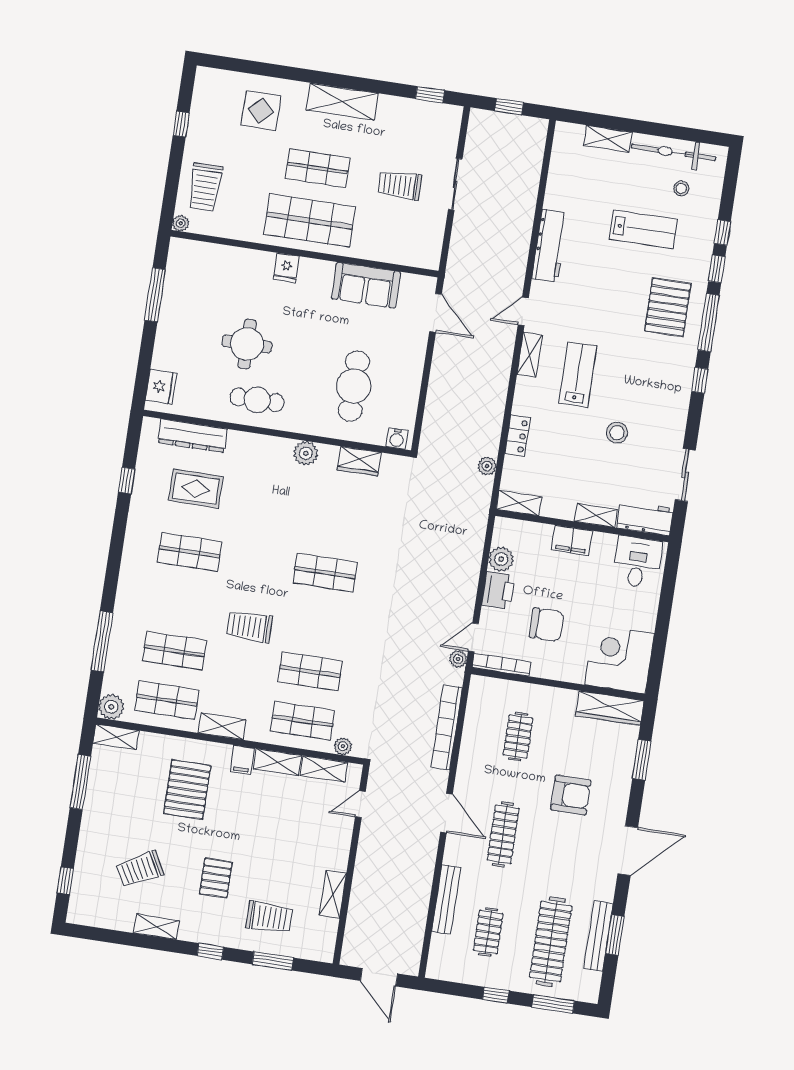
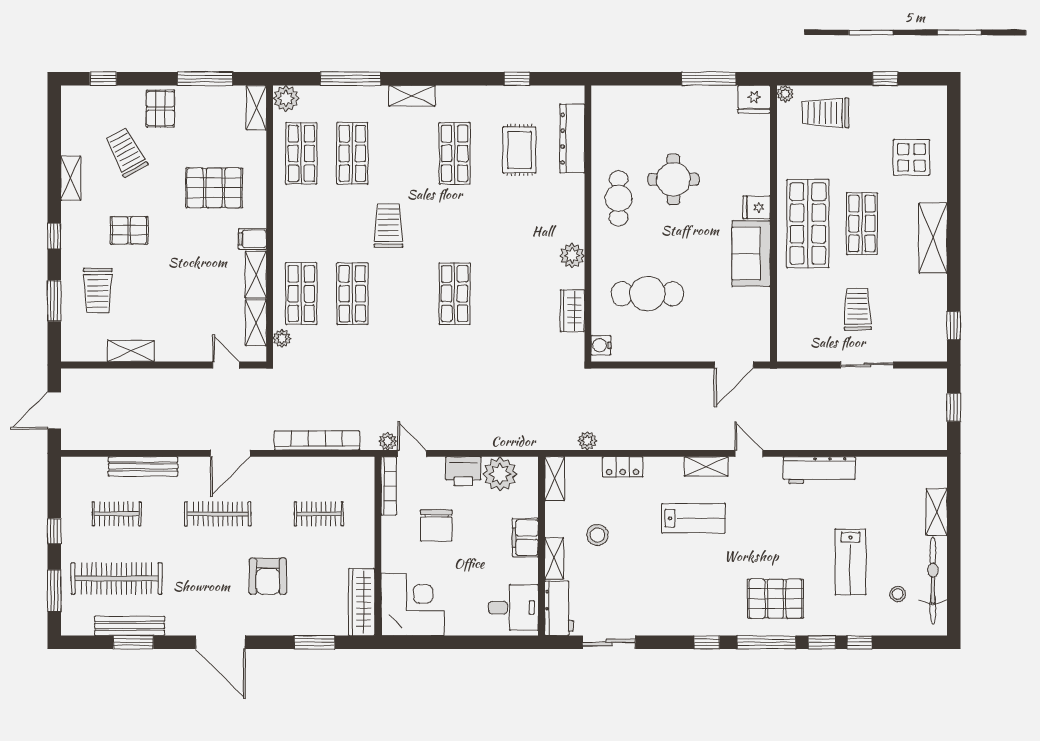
sofa: (366, 285) -> (751, 254), moved
fridge: (161, 387) -> (754, 99), moved
stool: (617, 433) -> (597, 535), moved
plant: (501, 559) -> (500, 474), width x1.36, depth x1.36
shelving: (222, 726) -> (412, 96), moved, turned 90
pallet: (103, 830) -> (160, 108), added

